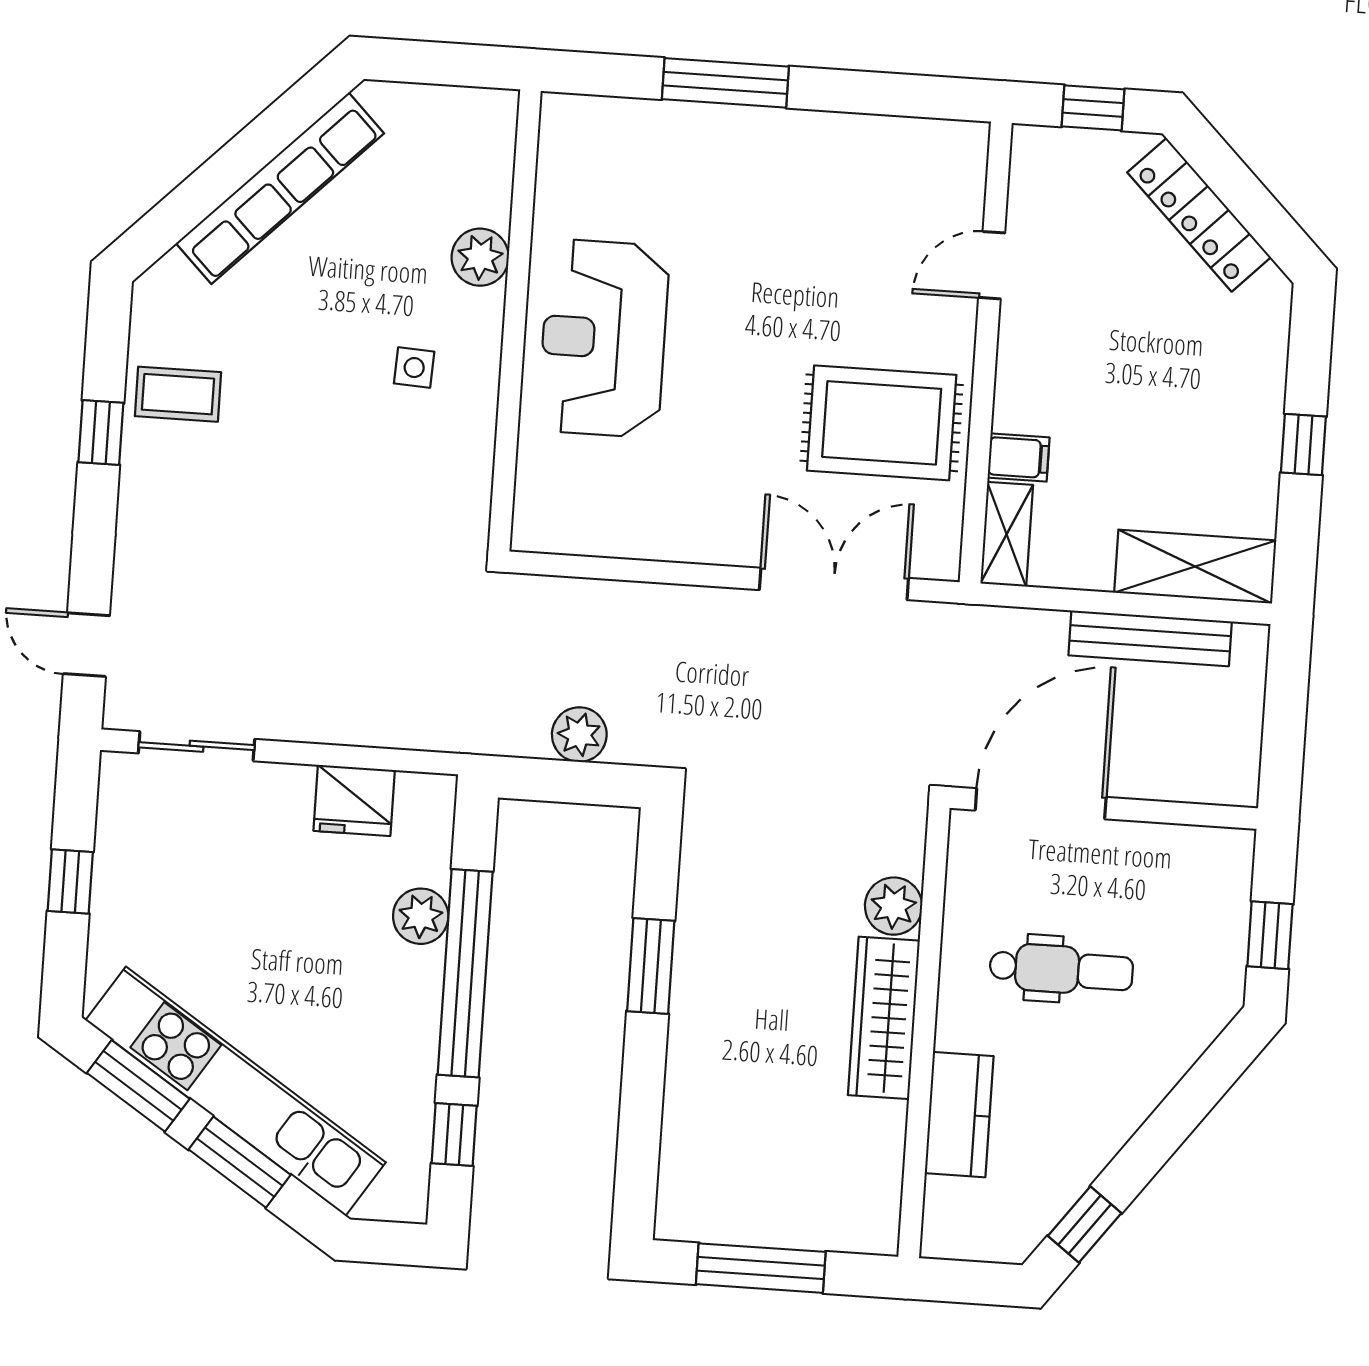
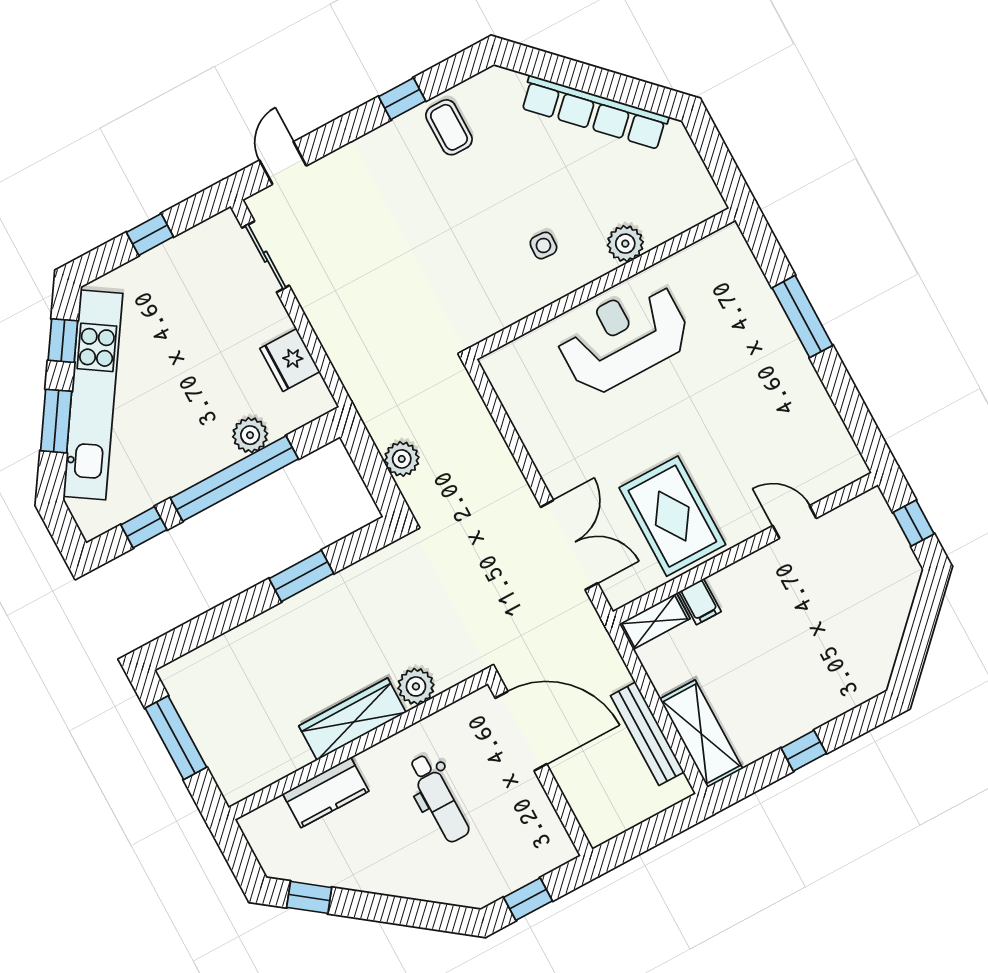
locker: (1199, 215) -> (892, 617), removed
window: (138, 1086) -> (63, 341), width x0.67

